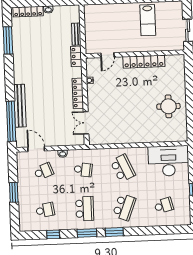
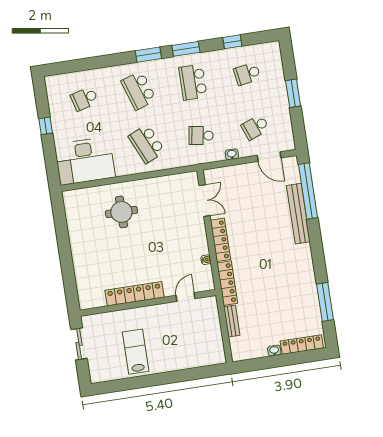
locker: (76, 56) -> (227, 283), width x1.53
round table: (168, 106) -> (121, 212), moved
school desk: (124, 207) -> (139, 90), turned -39

